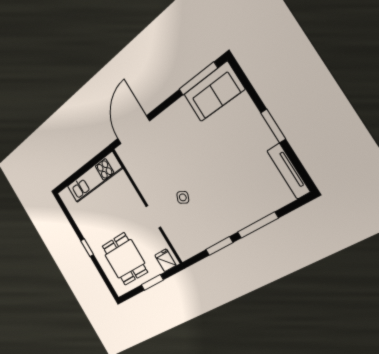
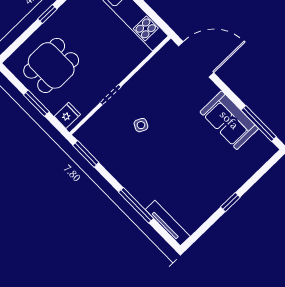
sofa: (214, 92) -> (229, 120), moved
window: (273, 126) -> (230, 202), width x0.67
tv unit: (288, 171) -> (168, 223), moved, turned 90
window: (219, 246) -> (86, 154), moved

